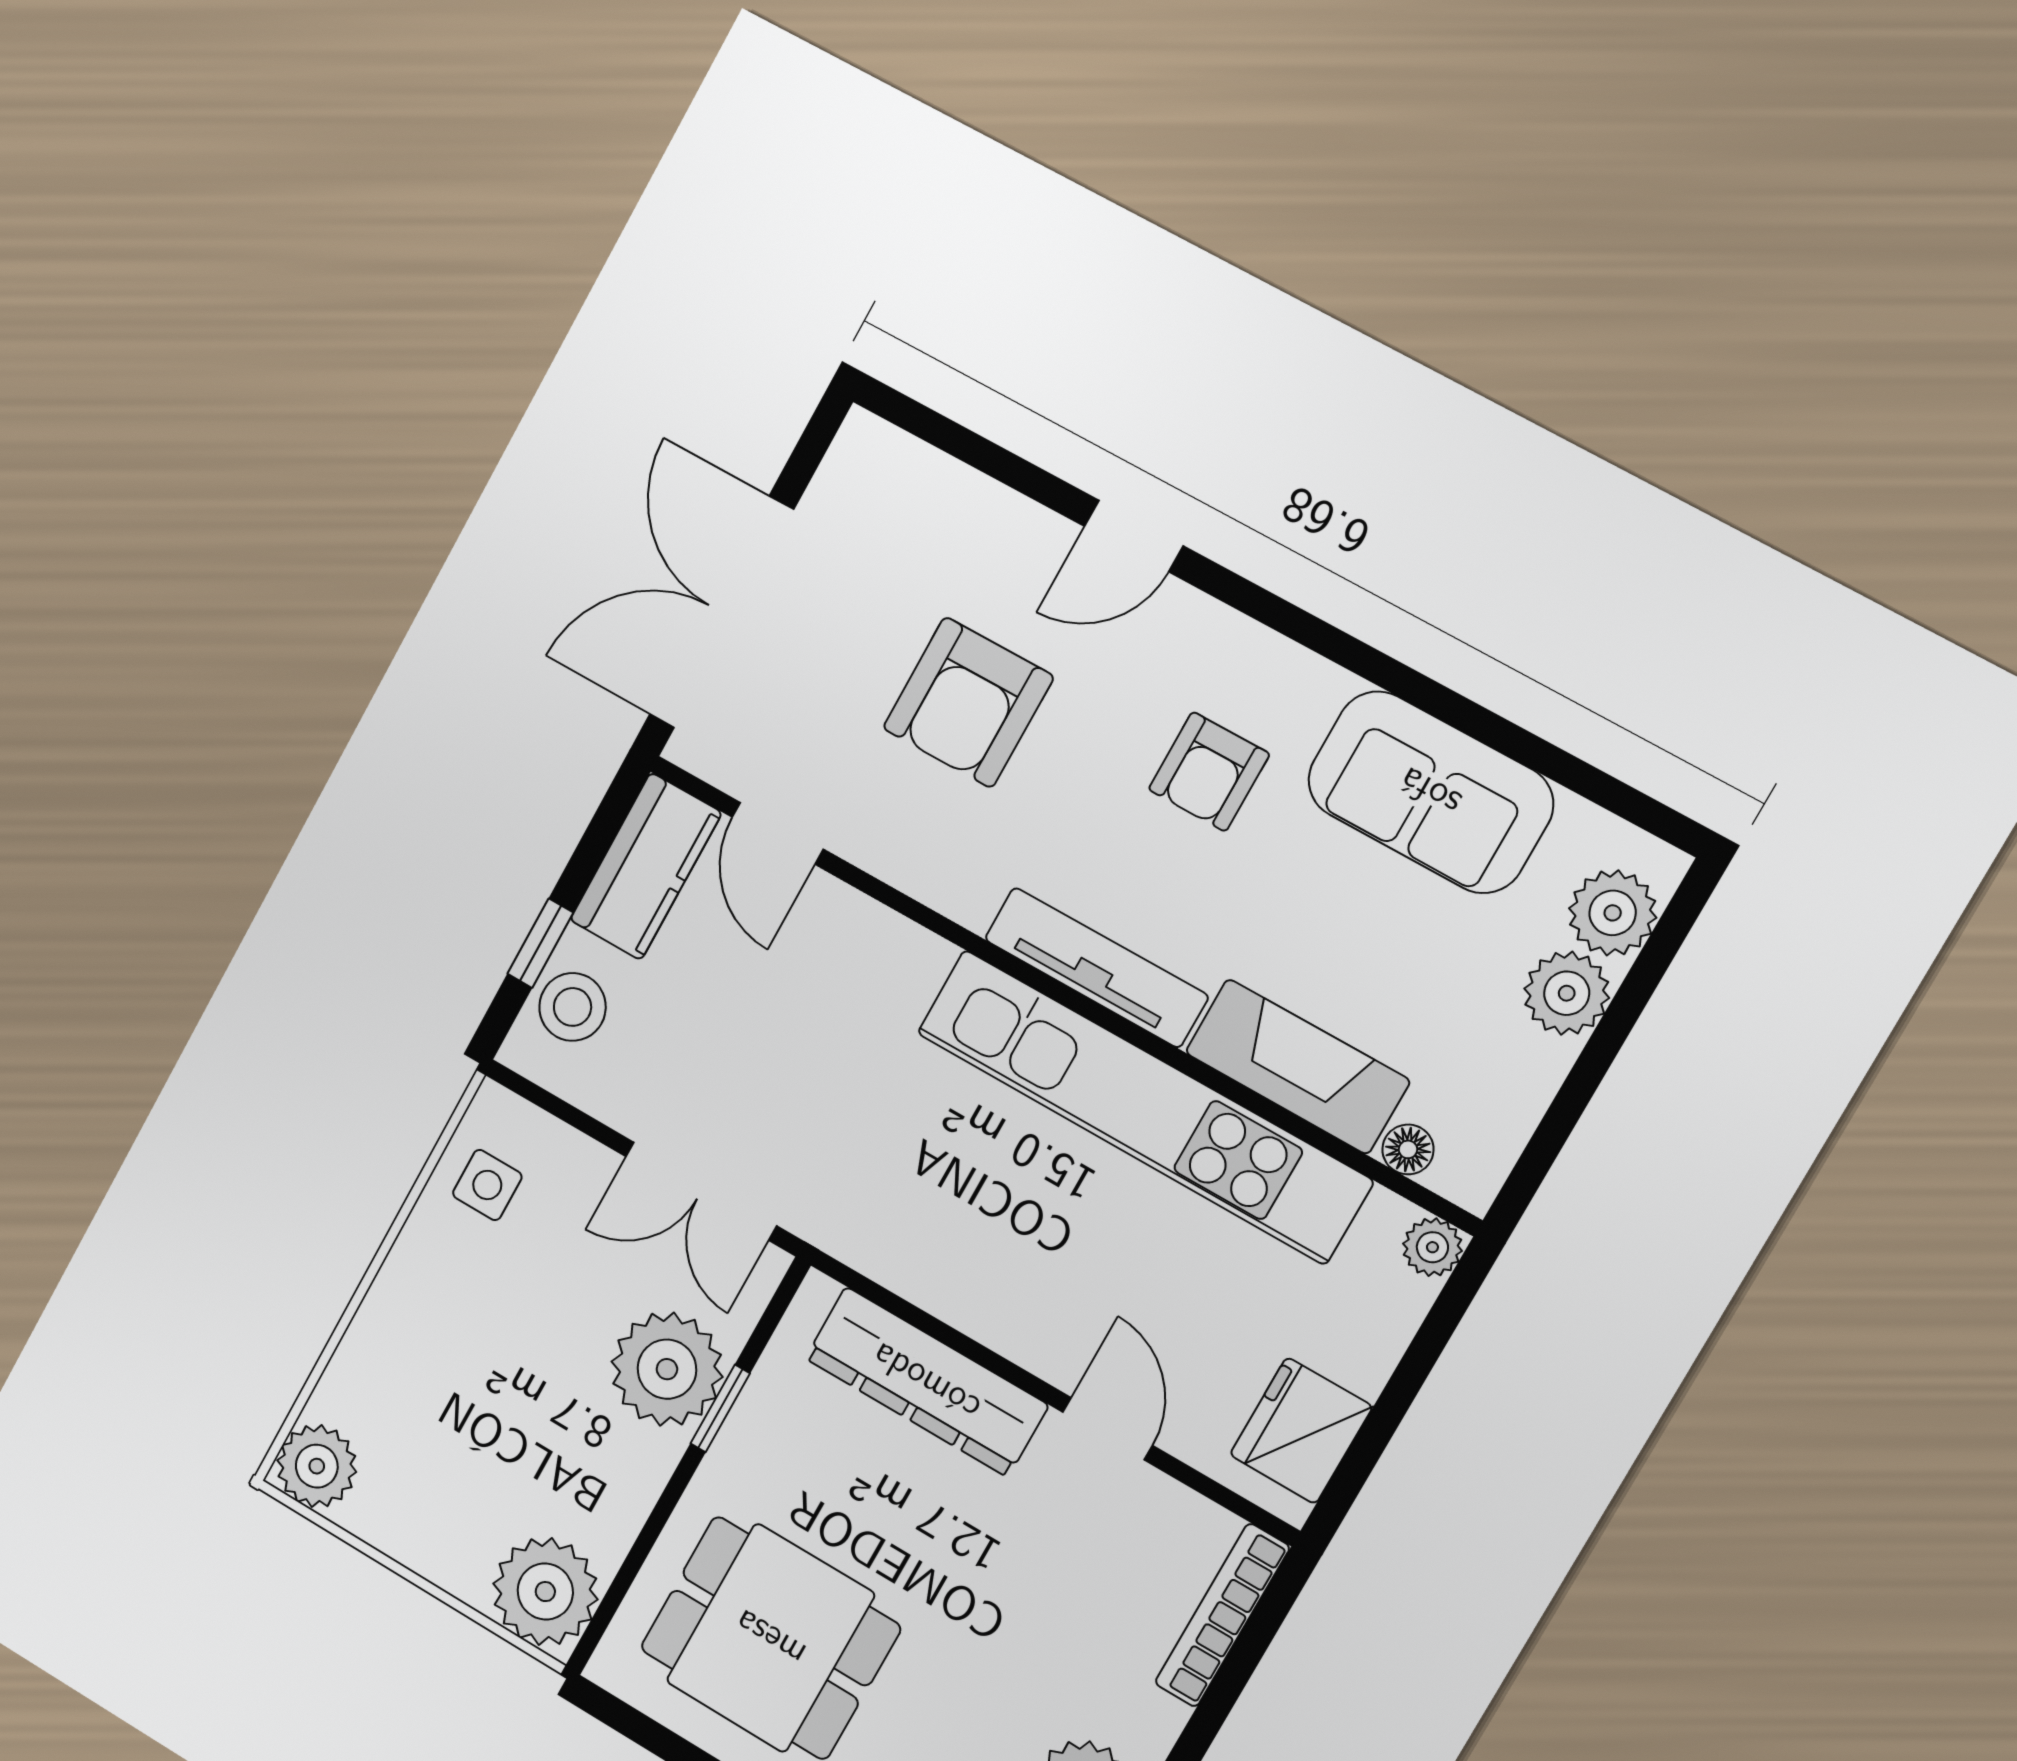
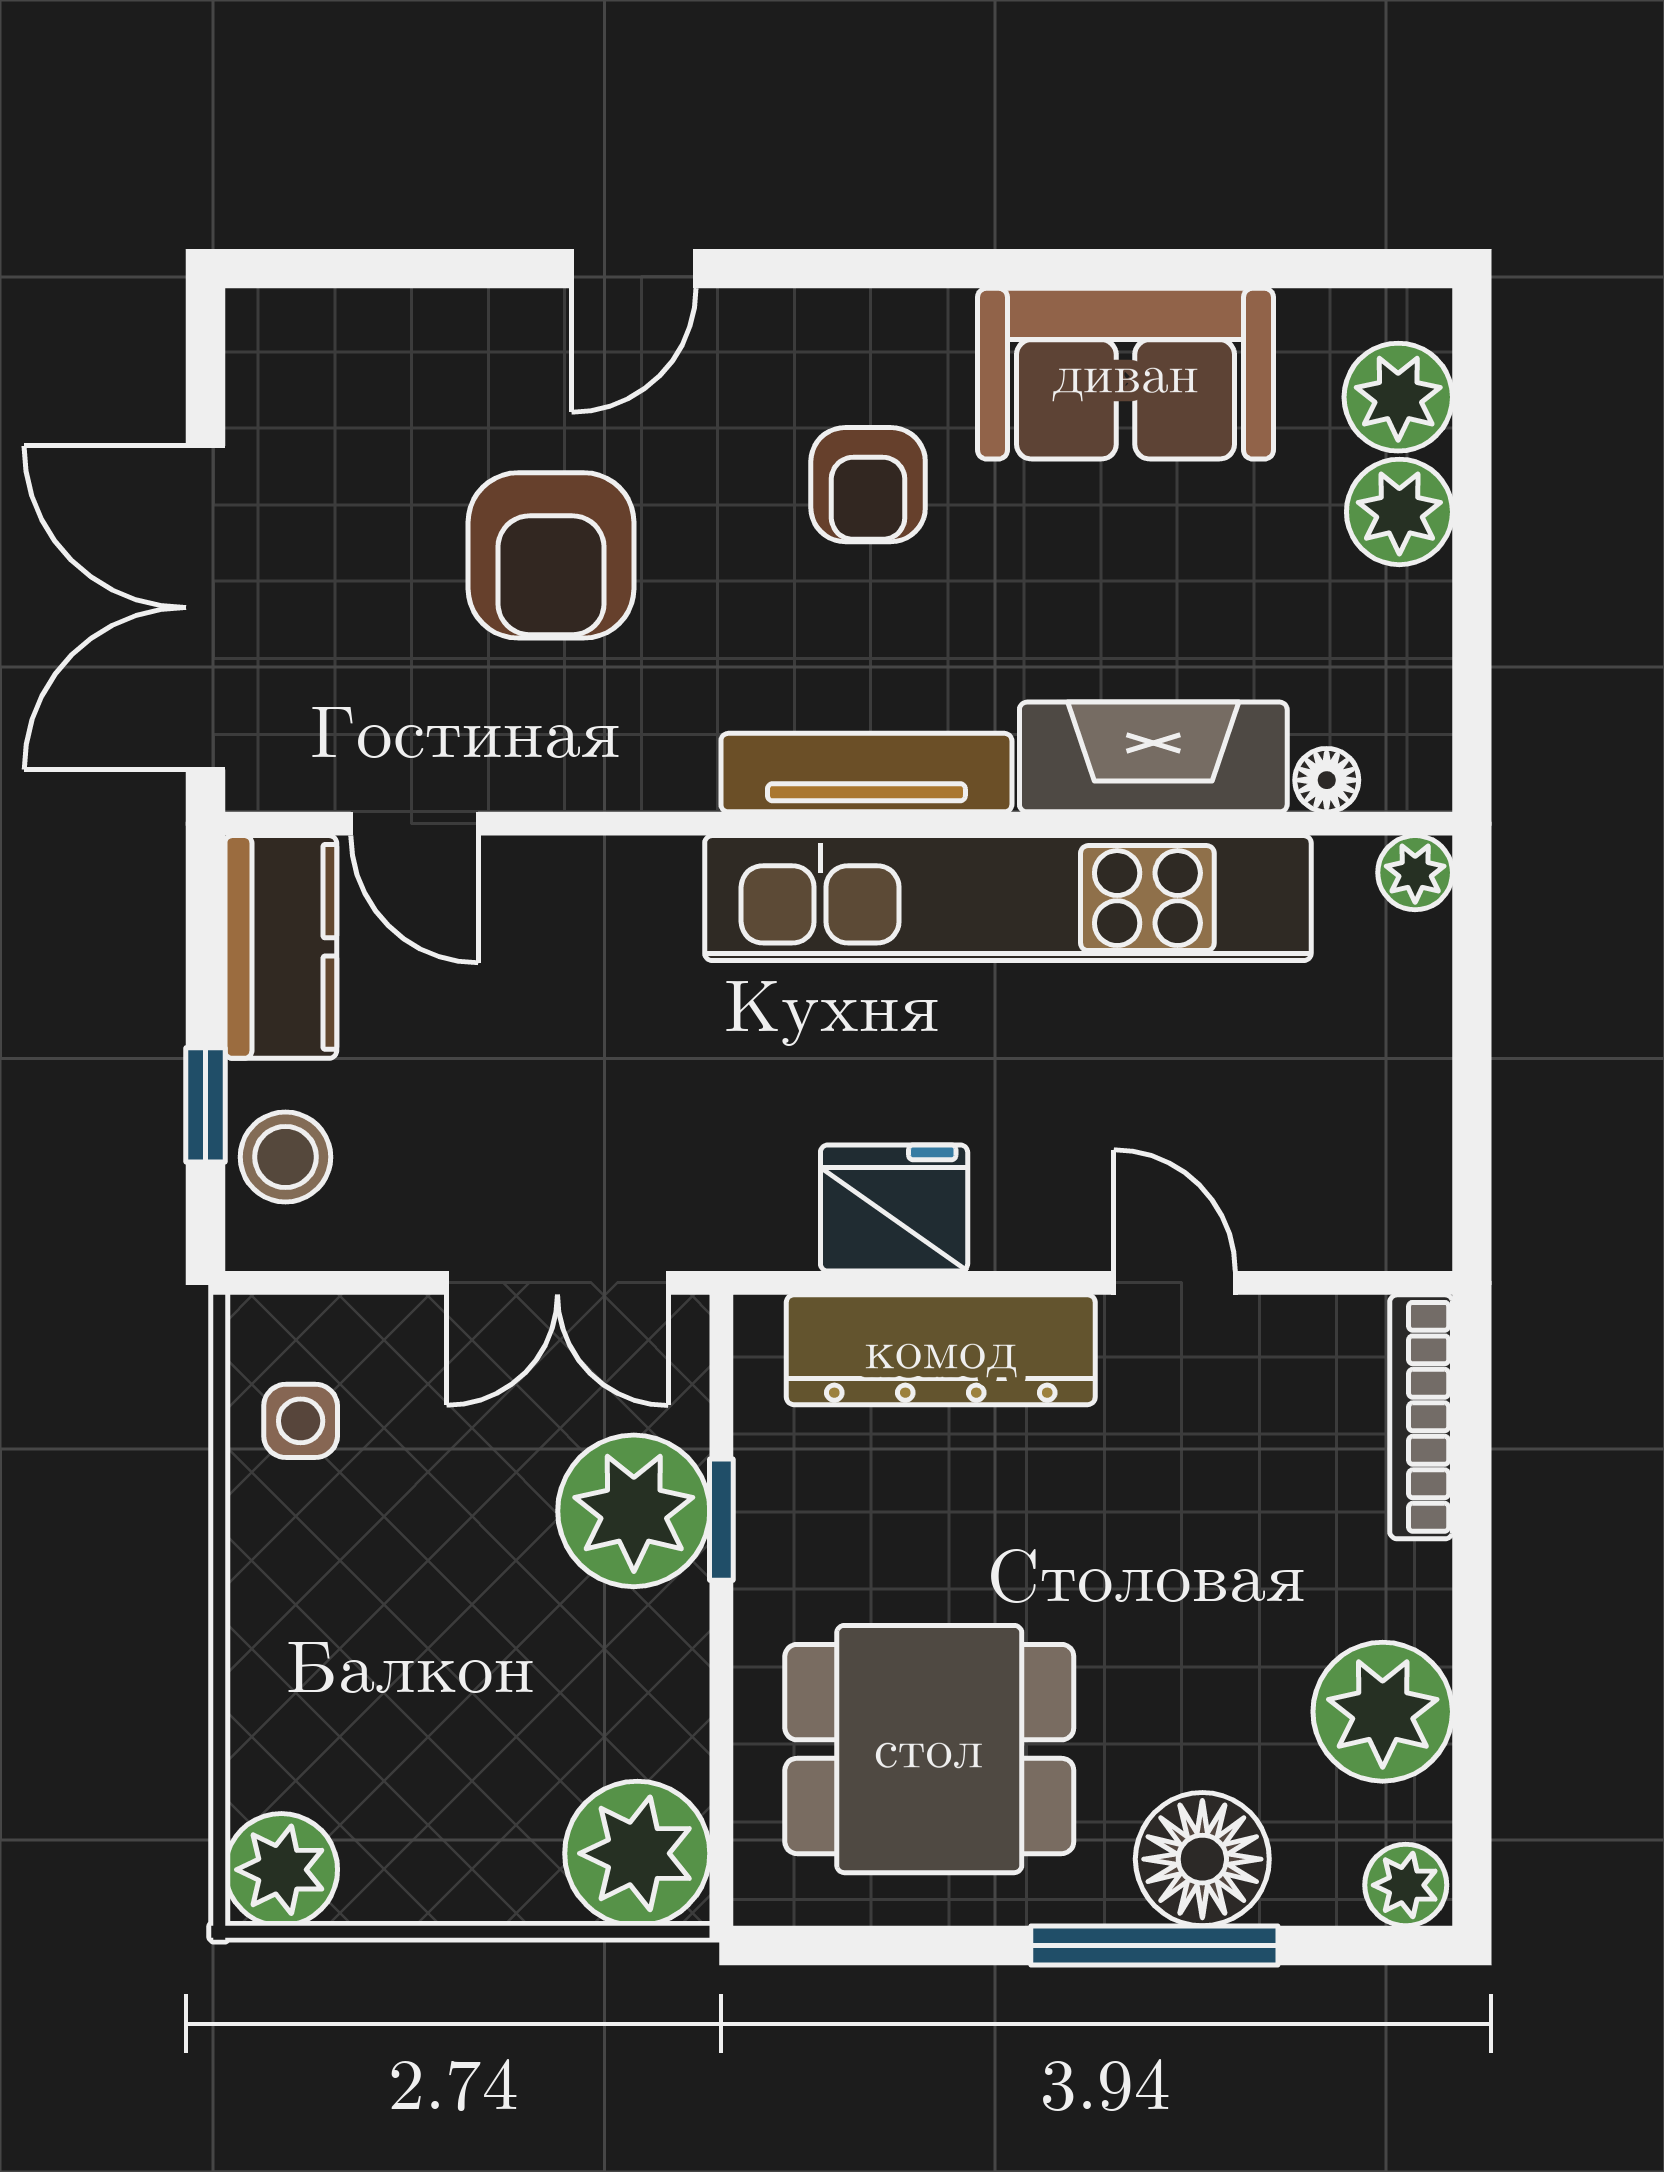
fridge: (1301, 1431) -> (894, 1208), moved, turned 90

